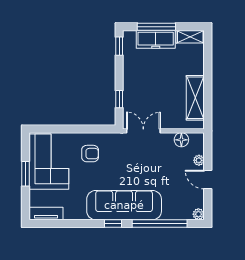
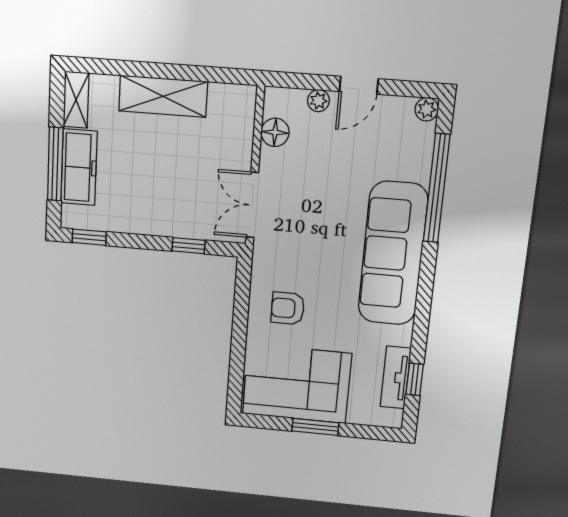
shelving: (195, 98) -> (163, 96), moved
armchair: (90, 154) -> (288, 308), turned -90
tv unit: (46, 213) -> (396, 377), moved
window: (113, 223) -> (415, 379), moved

